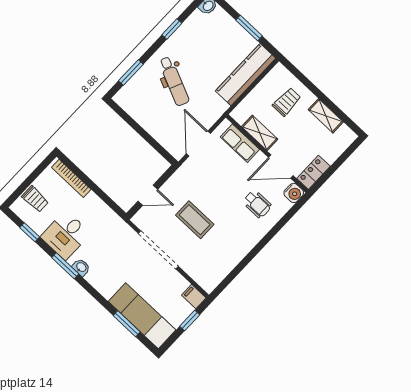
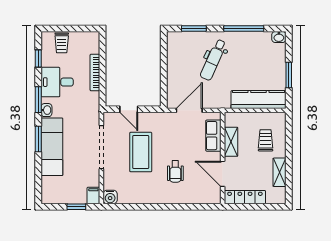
window: (172, 29) -> (244, 28), width x2.17
trolley: (287, 102) -> (266, 140), turned -90
locker: (313, 172) -> (245, 197), width x1.53
bookcase: (71, 178) -> (95, 73), moved
water cooler: (294, 193) -> (110, 197), moved
wheelchair: (257, 204) -> (175, 171), moved
coffee table: (195, 220) -> (141, 152), width x1.36, depth x1.32
exam couch: (142, 316) -> (52, 147), moved
window: (127, 324) -> (38, 139), moved

